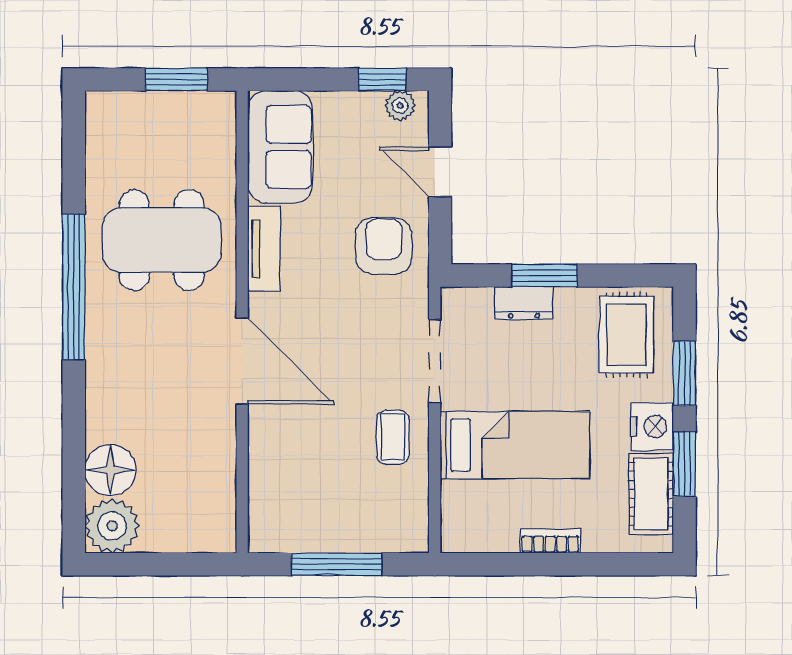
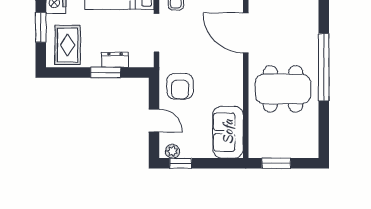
tv unit: (264, 249) -> (236, 85), removed

